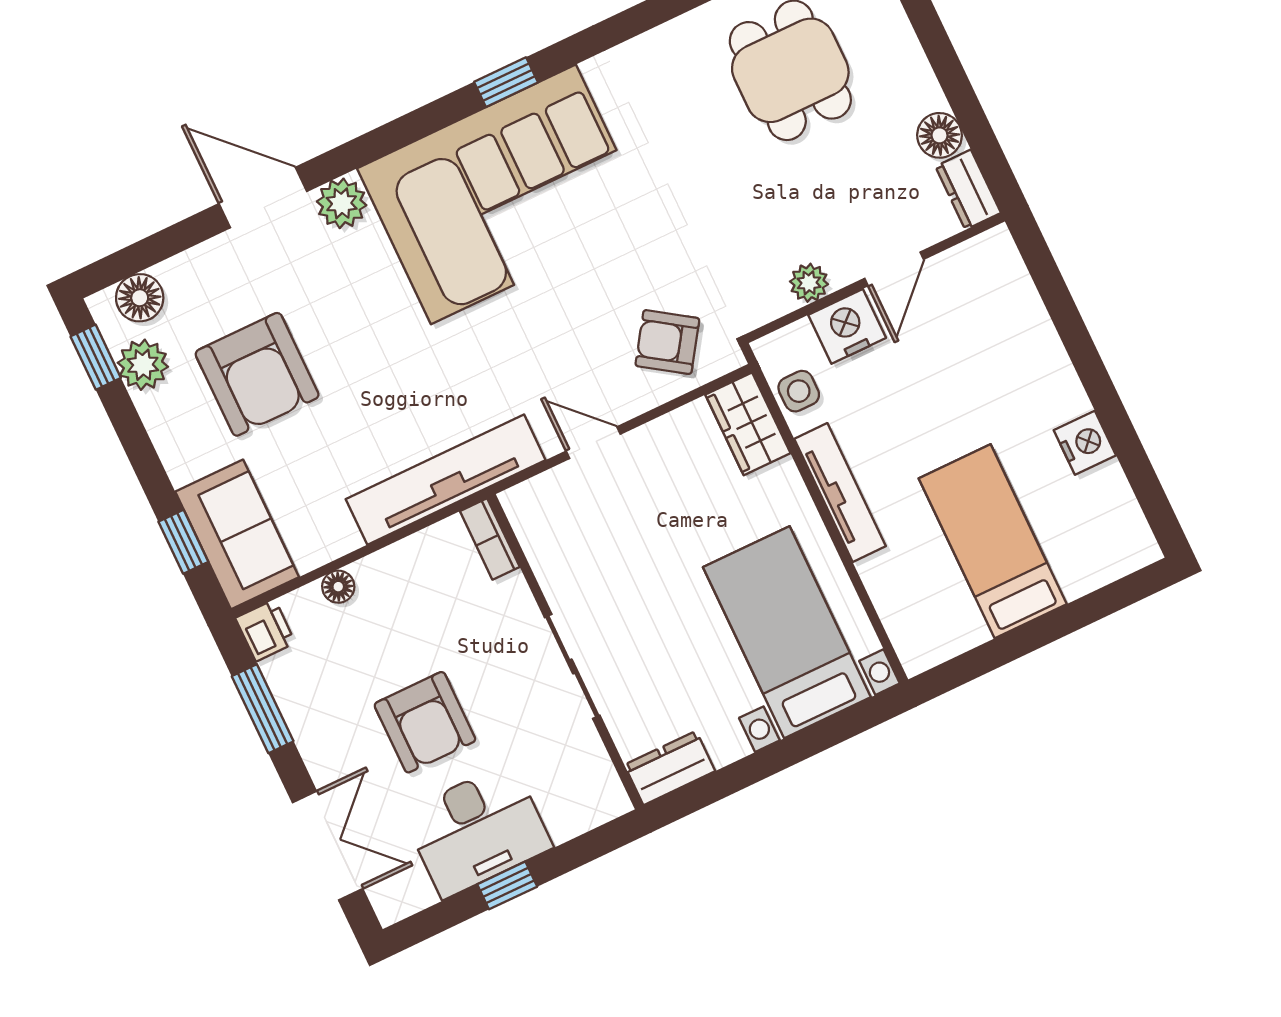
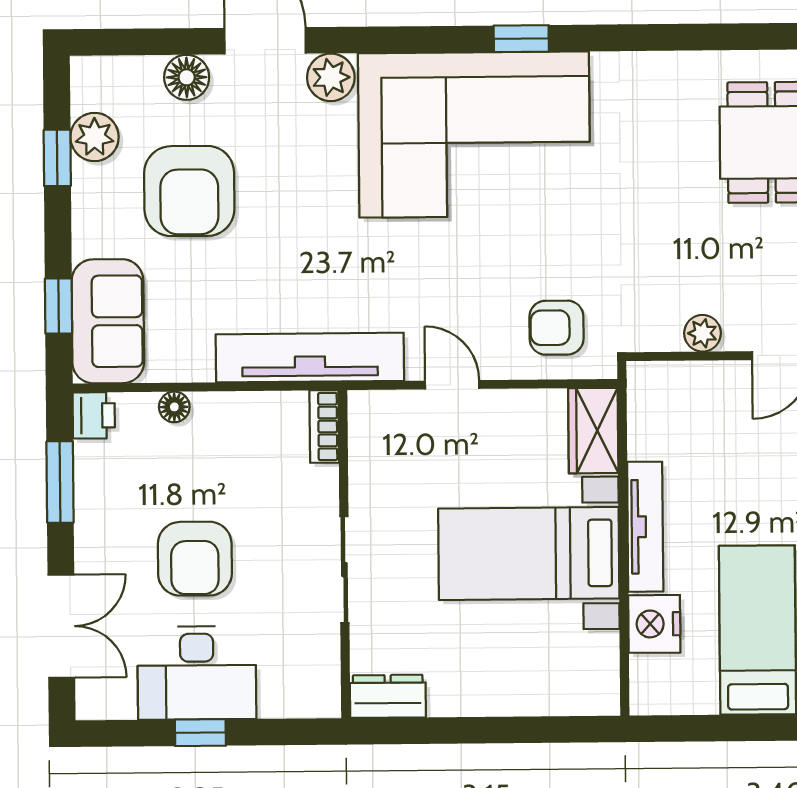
floor lamp: (140, 298) -> (187, 77), moved
nightstand: (847, 326) -> (654, 624), moved, turned -90
armchair: (667, 342) -> (556, 328), turned -34
window: (96, 357) -> (57, 158), moved
side table: (799, 391) -> (650, 423), removed
bed with nightstands: (787, 632) -> (529, 553), moved, turned -90

